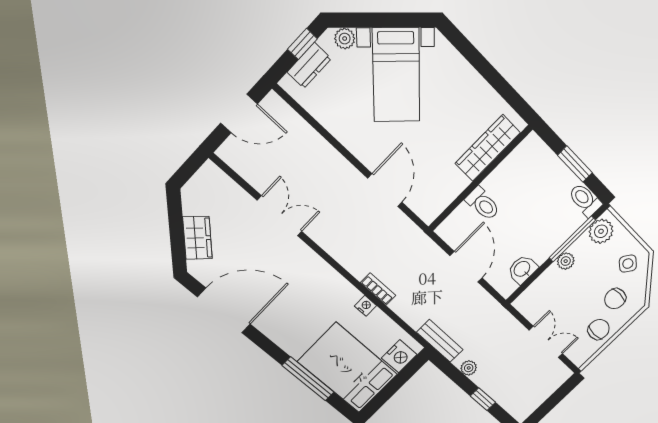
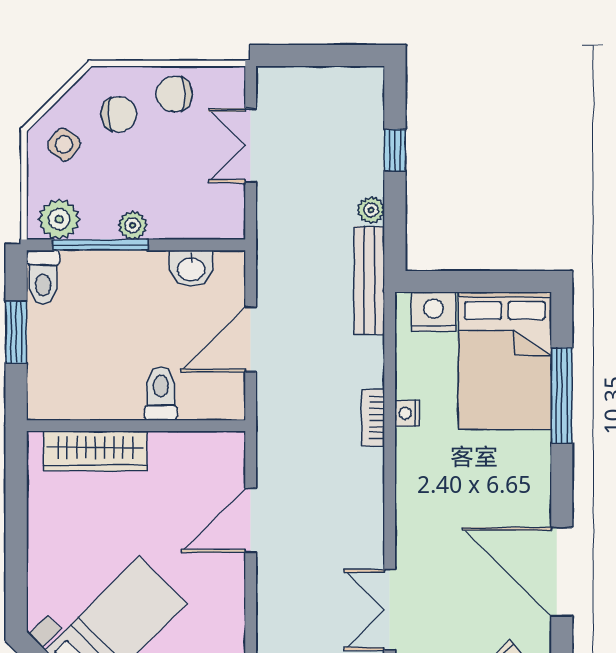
bench: (440, 341) -> (369, 281), width x1.36

